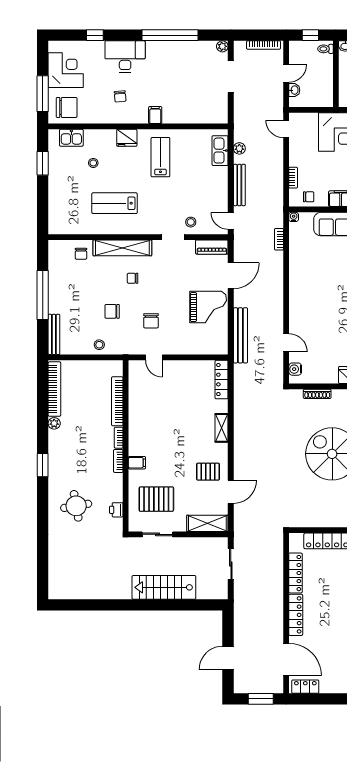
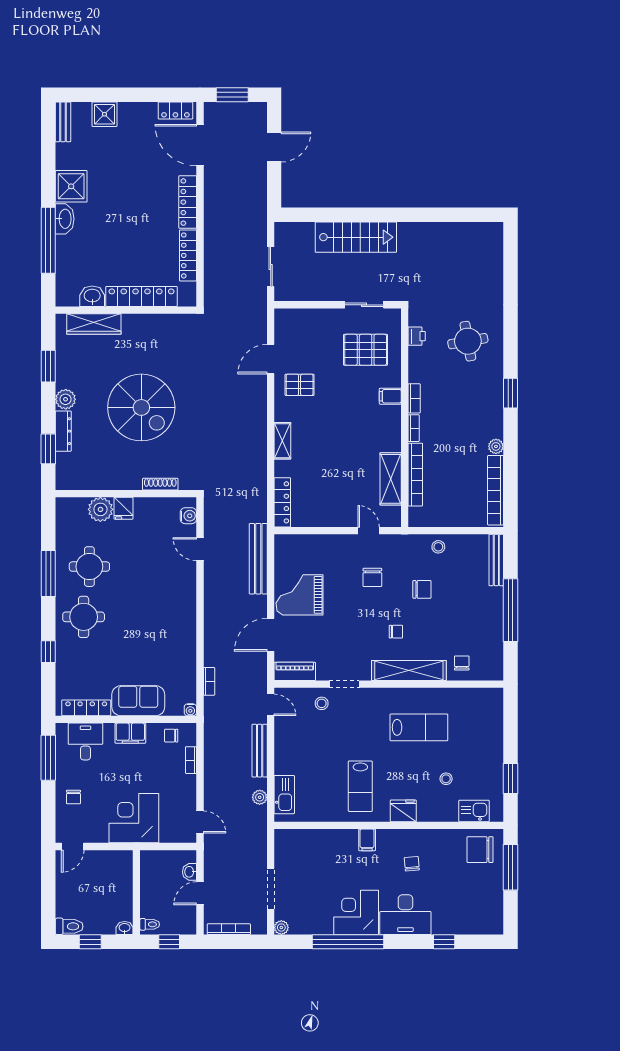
corner desk: (66, 70) -> (356, 912), moved, turned 90
chair: (151, 321) -> (372, 577), turned 180
shelving: (207, 523) -> (391, 479), moved, turned 90

